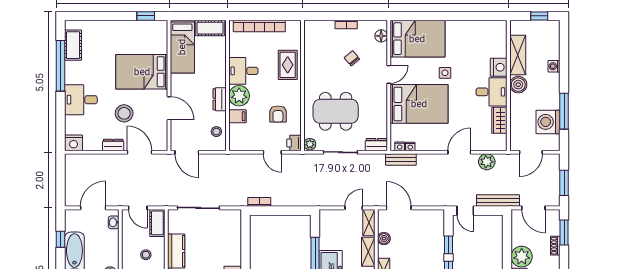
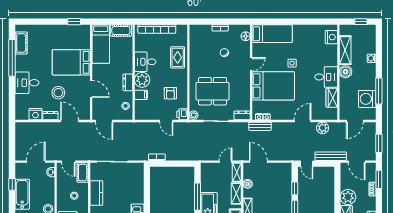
bed: (417, 39) -> (272, 34), width x0.67
nightstand: (499, 67) -> (331, 37), moved
nightstand: (74, 143) -> (36, 114), moved

